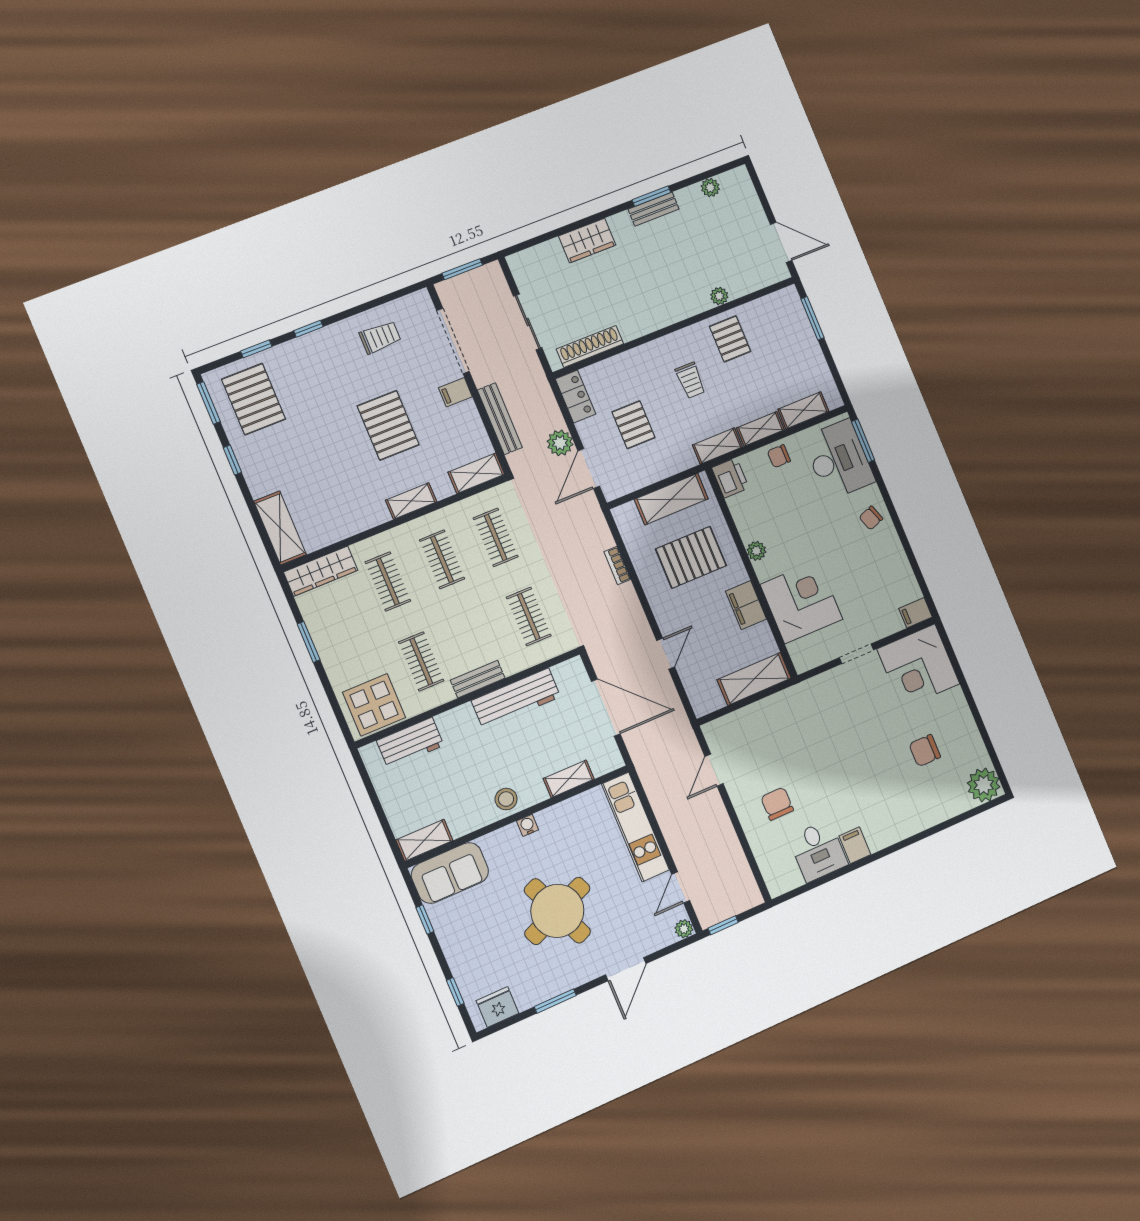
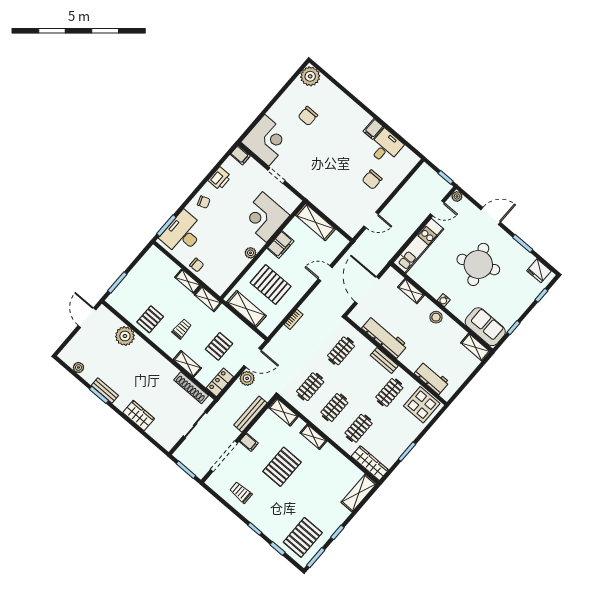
plant: (719, 296) -> (125, 336), width x1.88, depth x1.88
shelving: (803, 410) -> (187, 364), moved
printer: (730, 478) -> (220, 178), moved, turned 180
chair: (925, 751) -> (308, 116), turned 90

